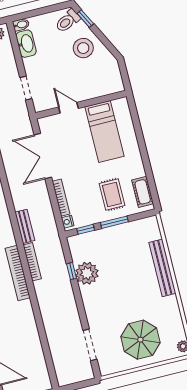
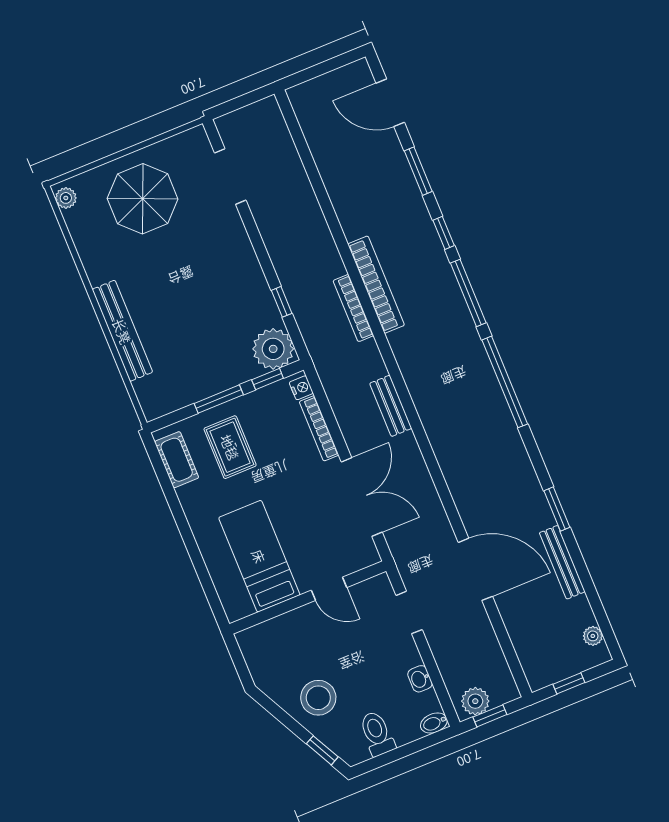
toilet: (68, 21) -> (377, 734), moved, turned -63
washbasin: (26, 44) -> (420, 679), width x0.52, depth x0.69
bench: (25, 226) -> (391, 406), moved
plant: (87, 273) -> (273, 349), moved

